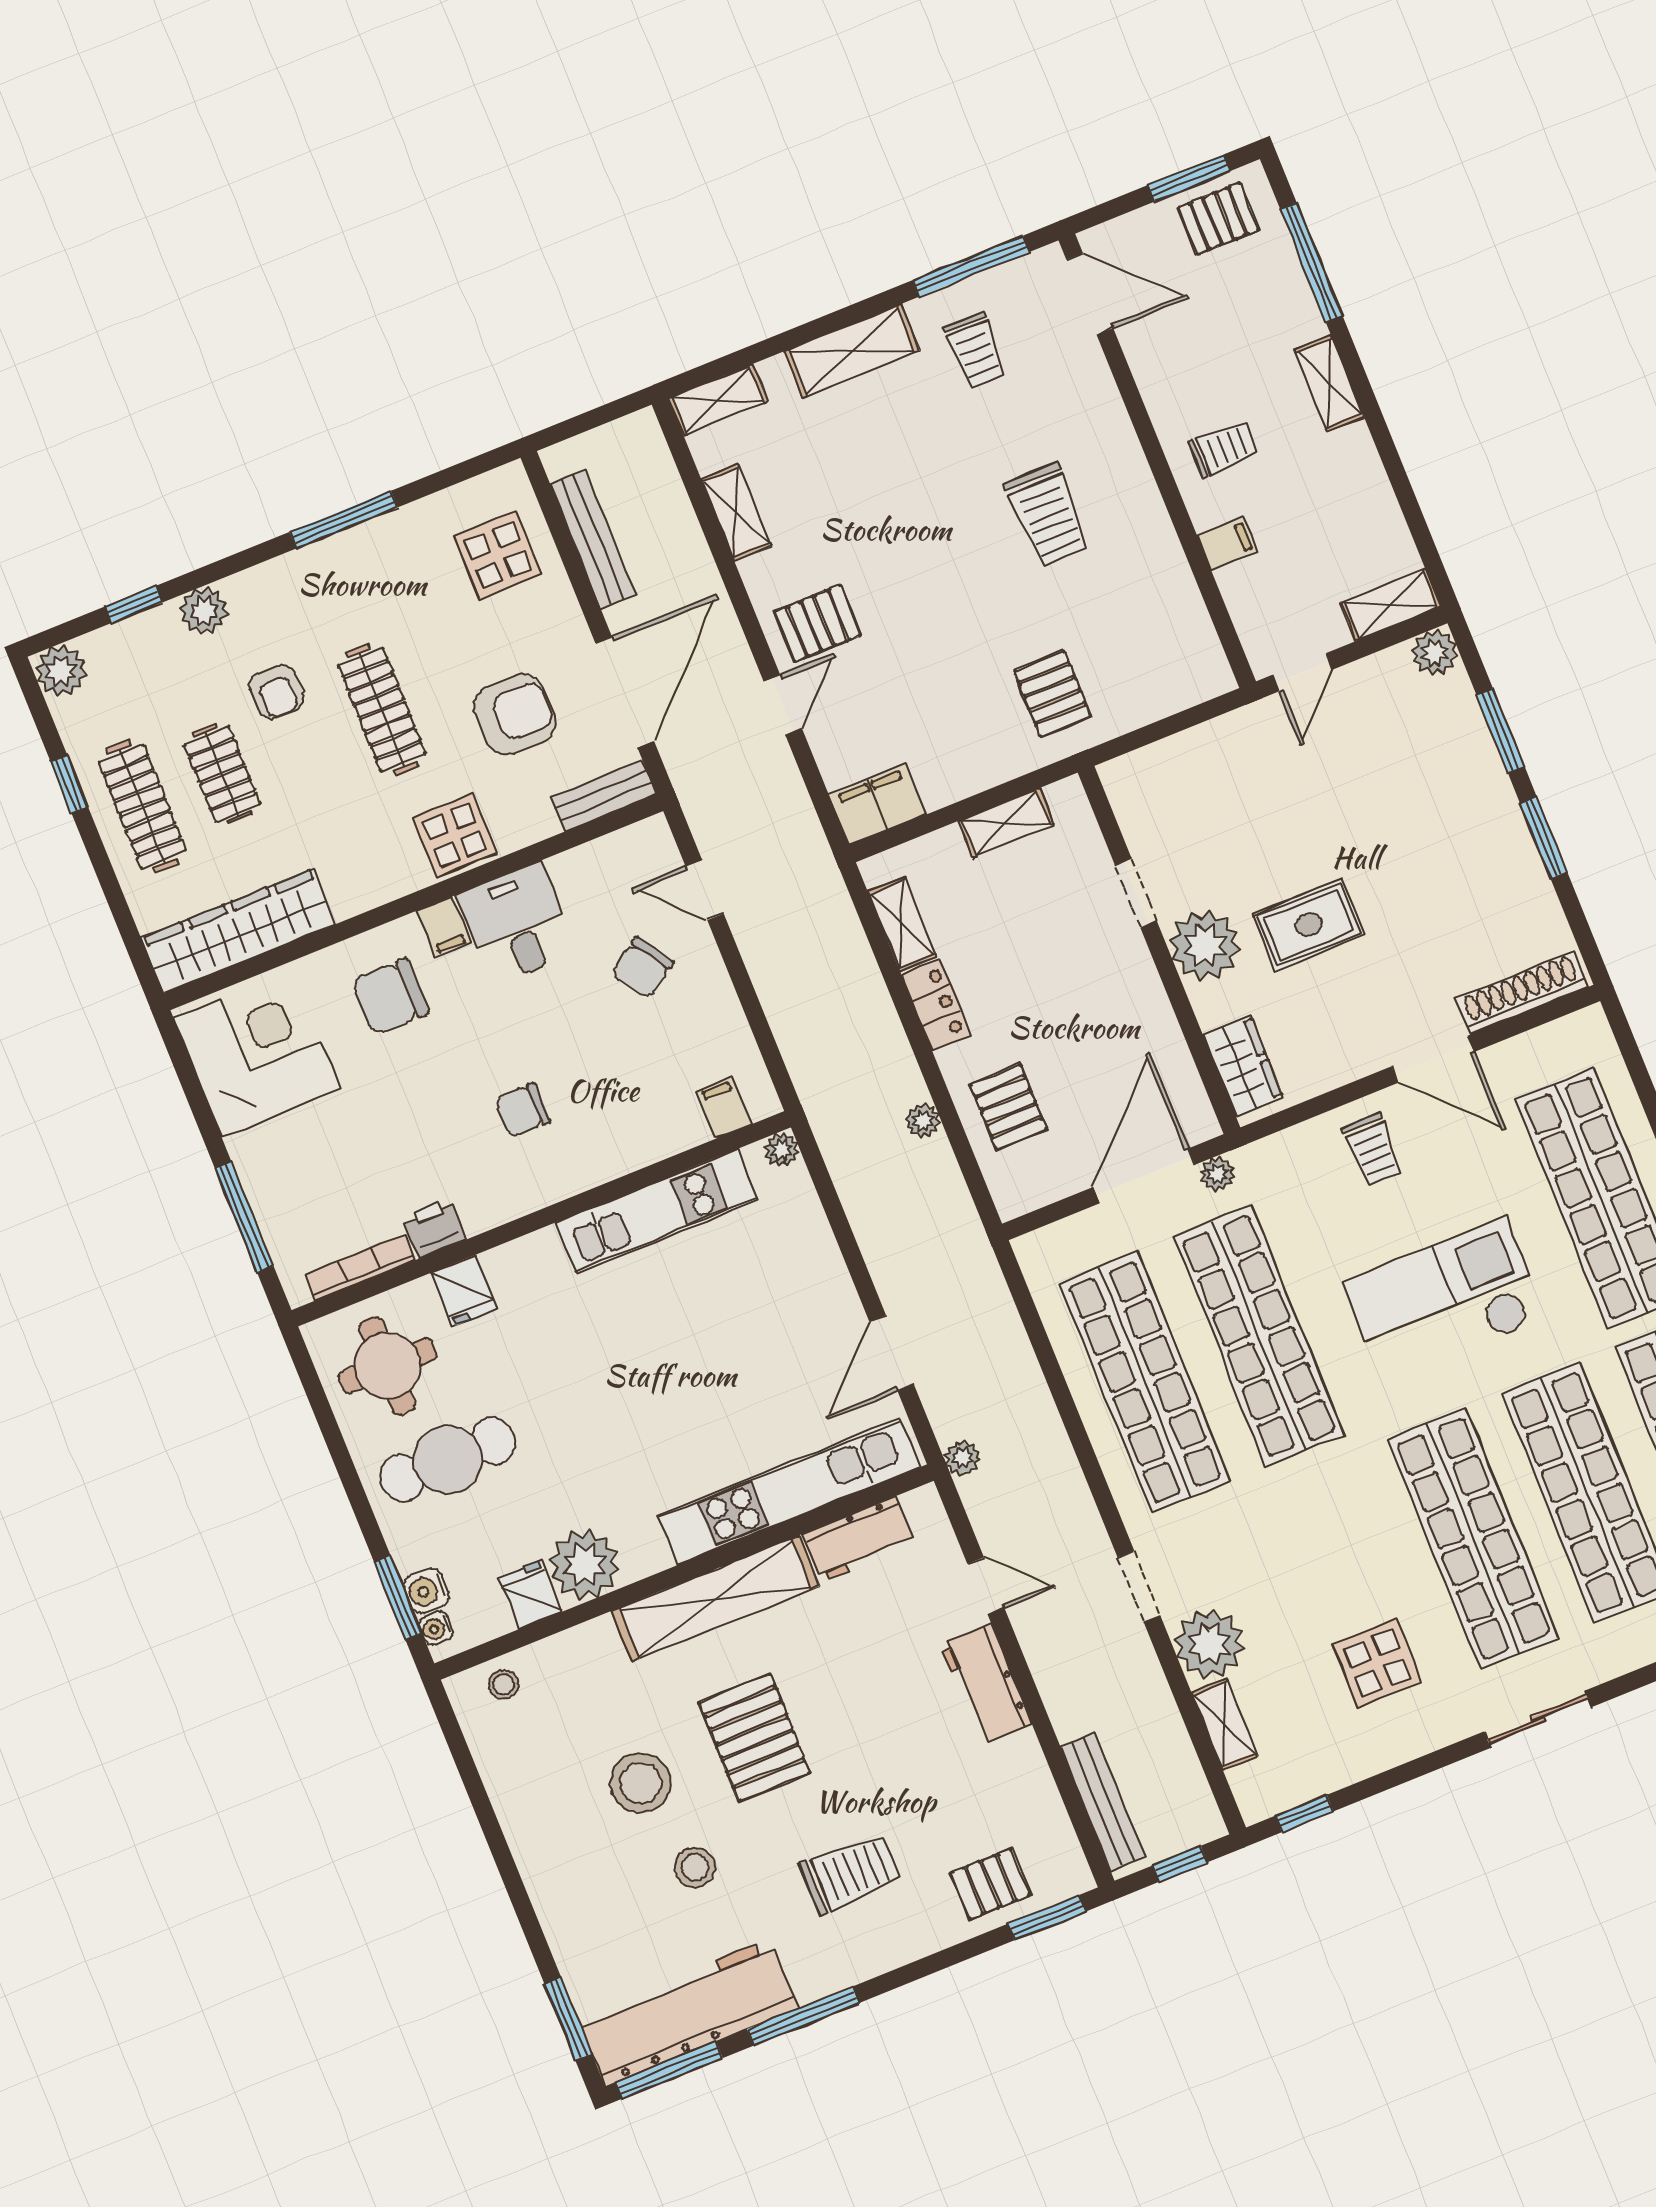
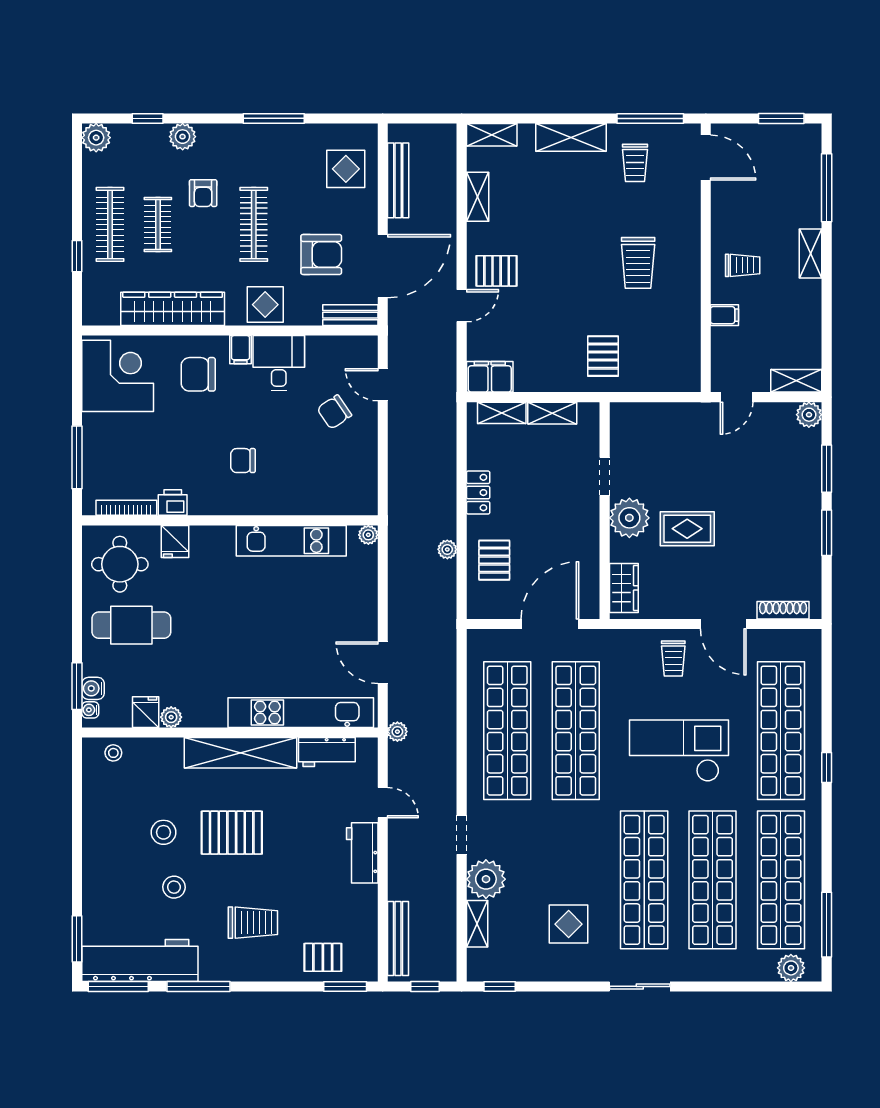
pallet: (1219, 219) -> (788, 146), removed
window: (69, 784) -> (77, 256), moved
shelving: (902, 924) -> (502, 413), moved, turned 90
wardrobe: (238, 931) -> (173, 309), moved
shoe rack: (1522, 993) -> (783, 610), width x0.74, depth x0.81
filing cabinet: (724, 1108) -> (347, 501), removed
plant: (1218, 1174) -> (588, 638), removed
door: (892, 1353) -> (383, 663), hinge flipped
plant: (585, 1565) -> (171, 717), width x0.53, depth x0.53
pallet: (754, 1737) -> (232, 833), turned 90
stool: (641, 1783) -> (164, 832), width x0.73, depth x0.73

